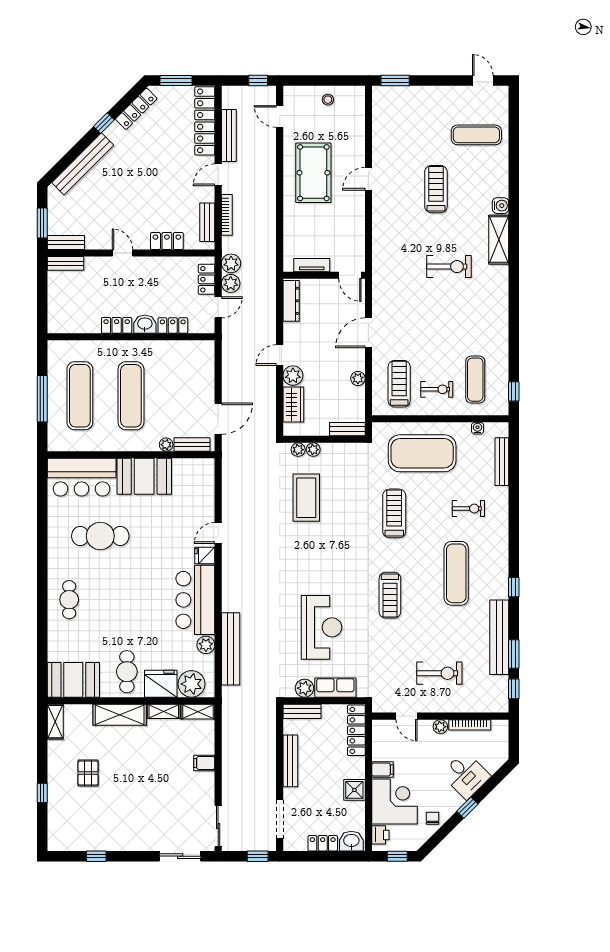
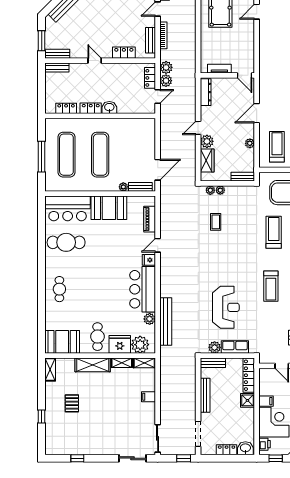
locker: (173, 326) -> (66, 108), moved
piano: (206, 493) -> (150, 219), added
coffee table: (306, 498) -> (216, 222), width x0.54, depth x0.58
cafe table: (100, 536) -> (66, 242), moved
shower: (354, 790) -> (247, 400), moved

